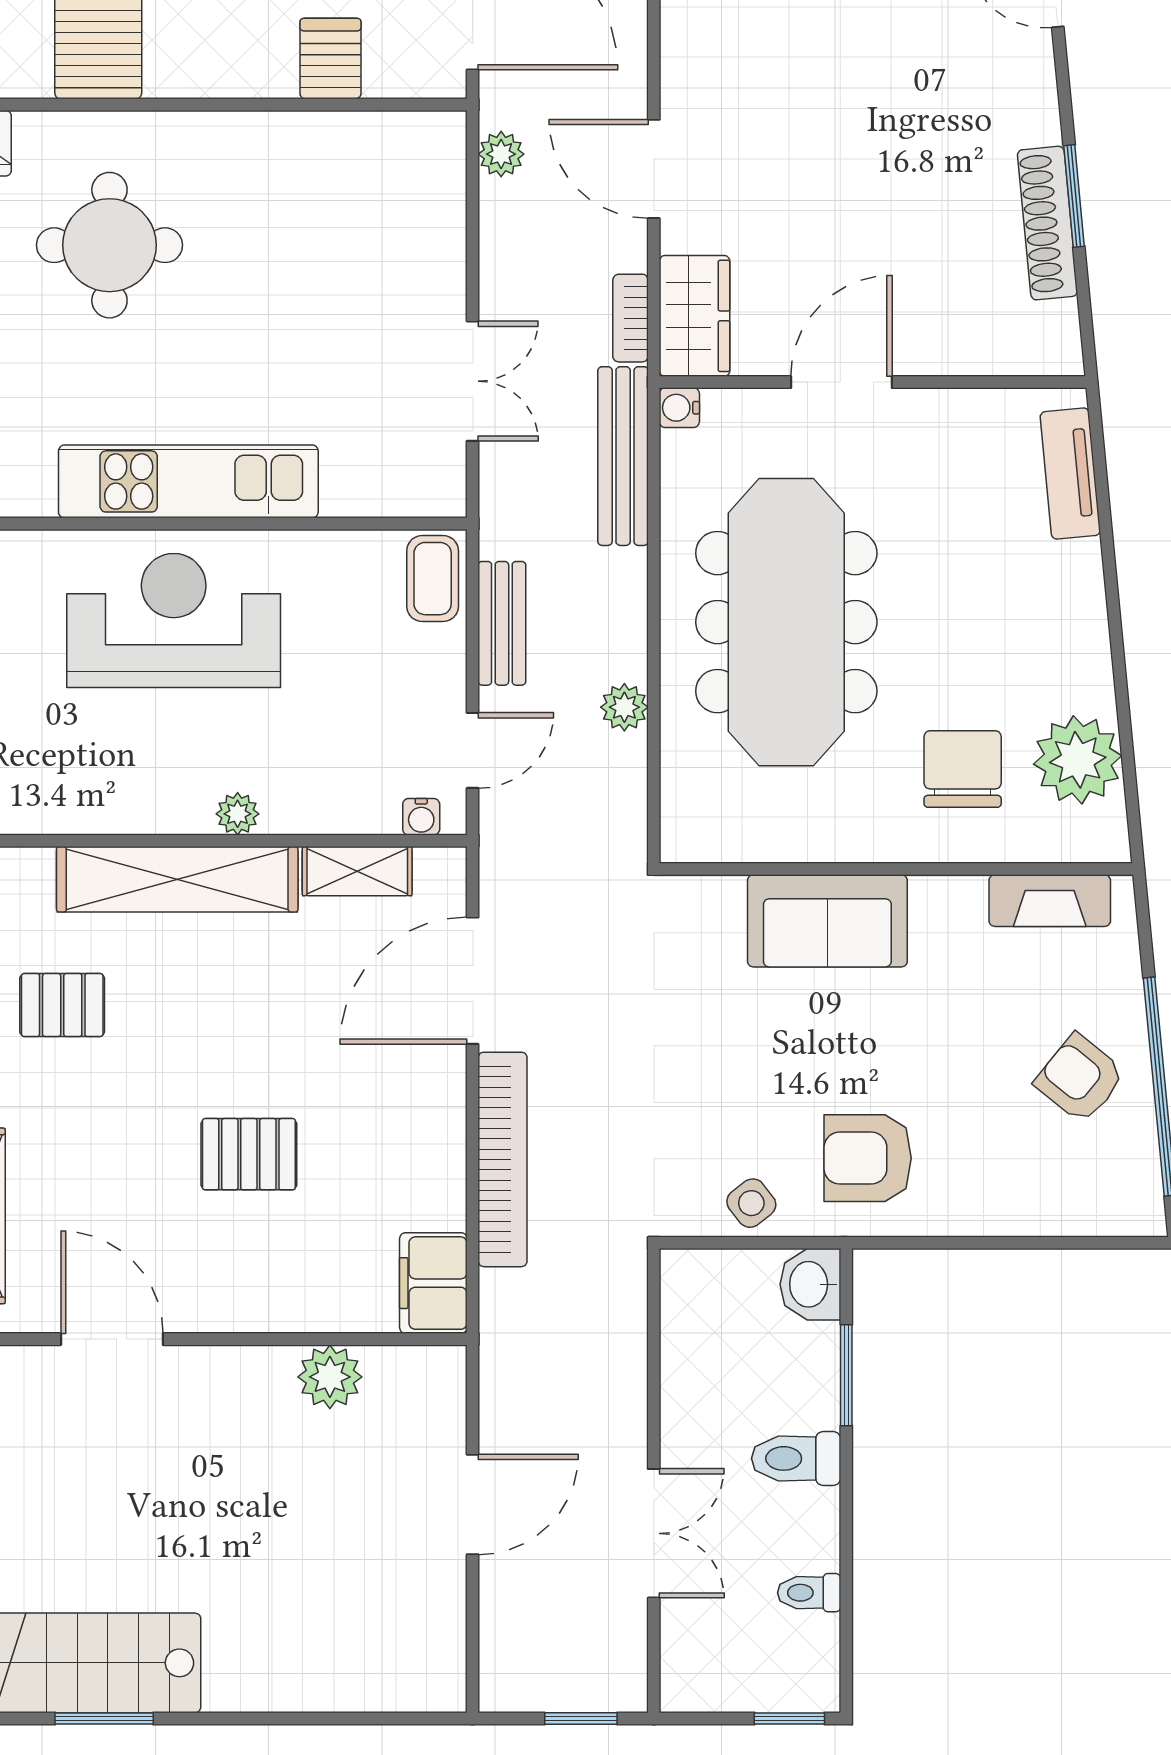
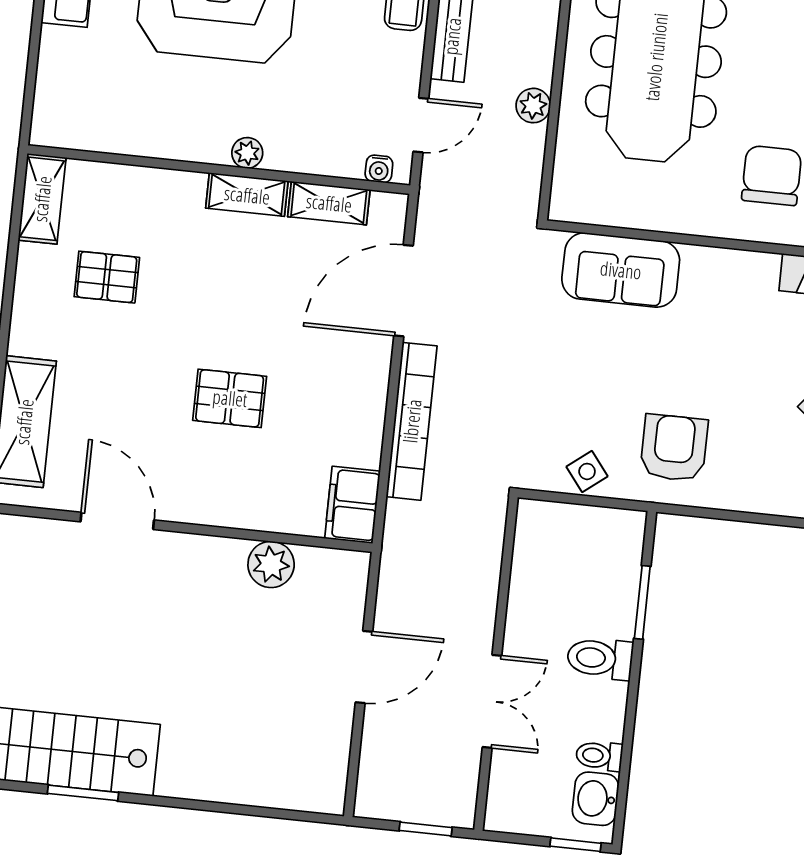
shelving: (177, 879) -> (247, 195), width x0.45, depth x0.75
sofa: (827, 921) -> (621, 270), moved
armchair: (868, 1158) -> (674, 448), turned 90
washbasin: (810, 1284) -> (596, 799), moved

